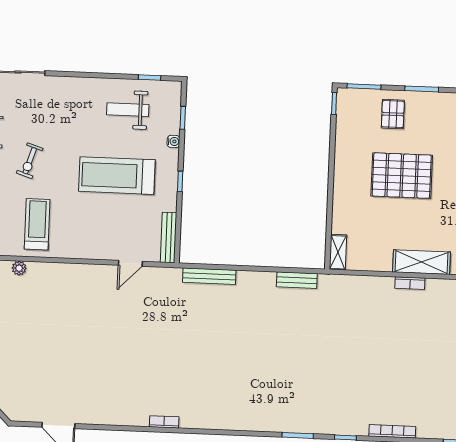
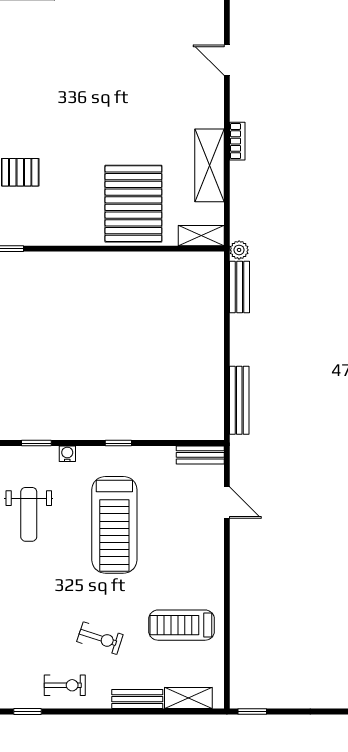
pallet: (402, 176) -> (133, 204), moved
bench: (168, 238) -> (200, 455), width x0.73
shelving: (421, 262) -> (209, 165), moved
plant: (19, 268) -> (239, 250), moved

